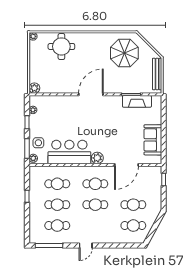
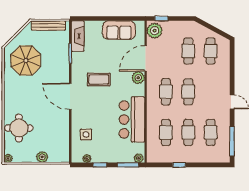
plant: (34, 88) -> (42, 157), moved
fireplace: (137, 101) -> (78, 36), moved
coffee table: (107, 121) -> (99, 80), added
side table: (38, 143) -> (86, 134), moved
plant: (97, 158) -> (138, 78), moved
door: (126, 165) -> (146, 58), swing flipped
plant: (152, 173) -> (155, 31), added

